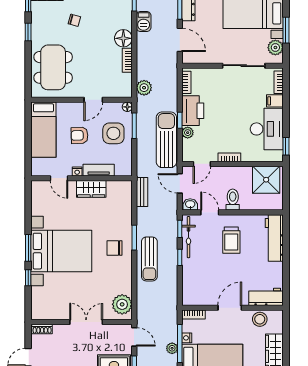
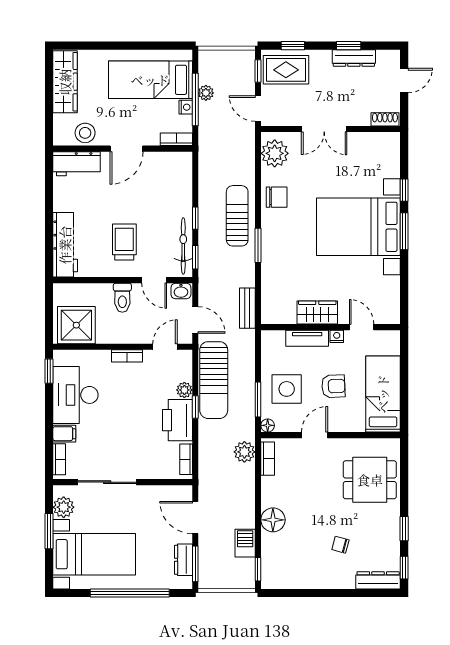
bookcase: (127, 60) -> (268, 459), moved
dining table: (53, 67) -> (370, 480), width x0.73
chair: (114, 248) -> (277, 197), moved

